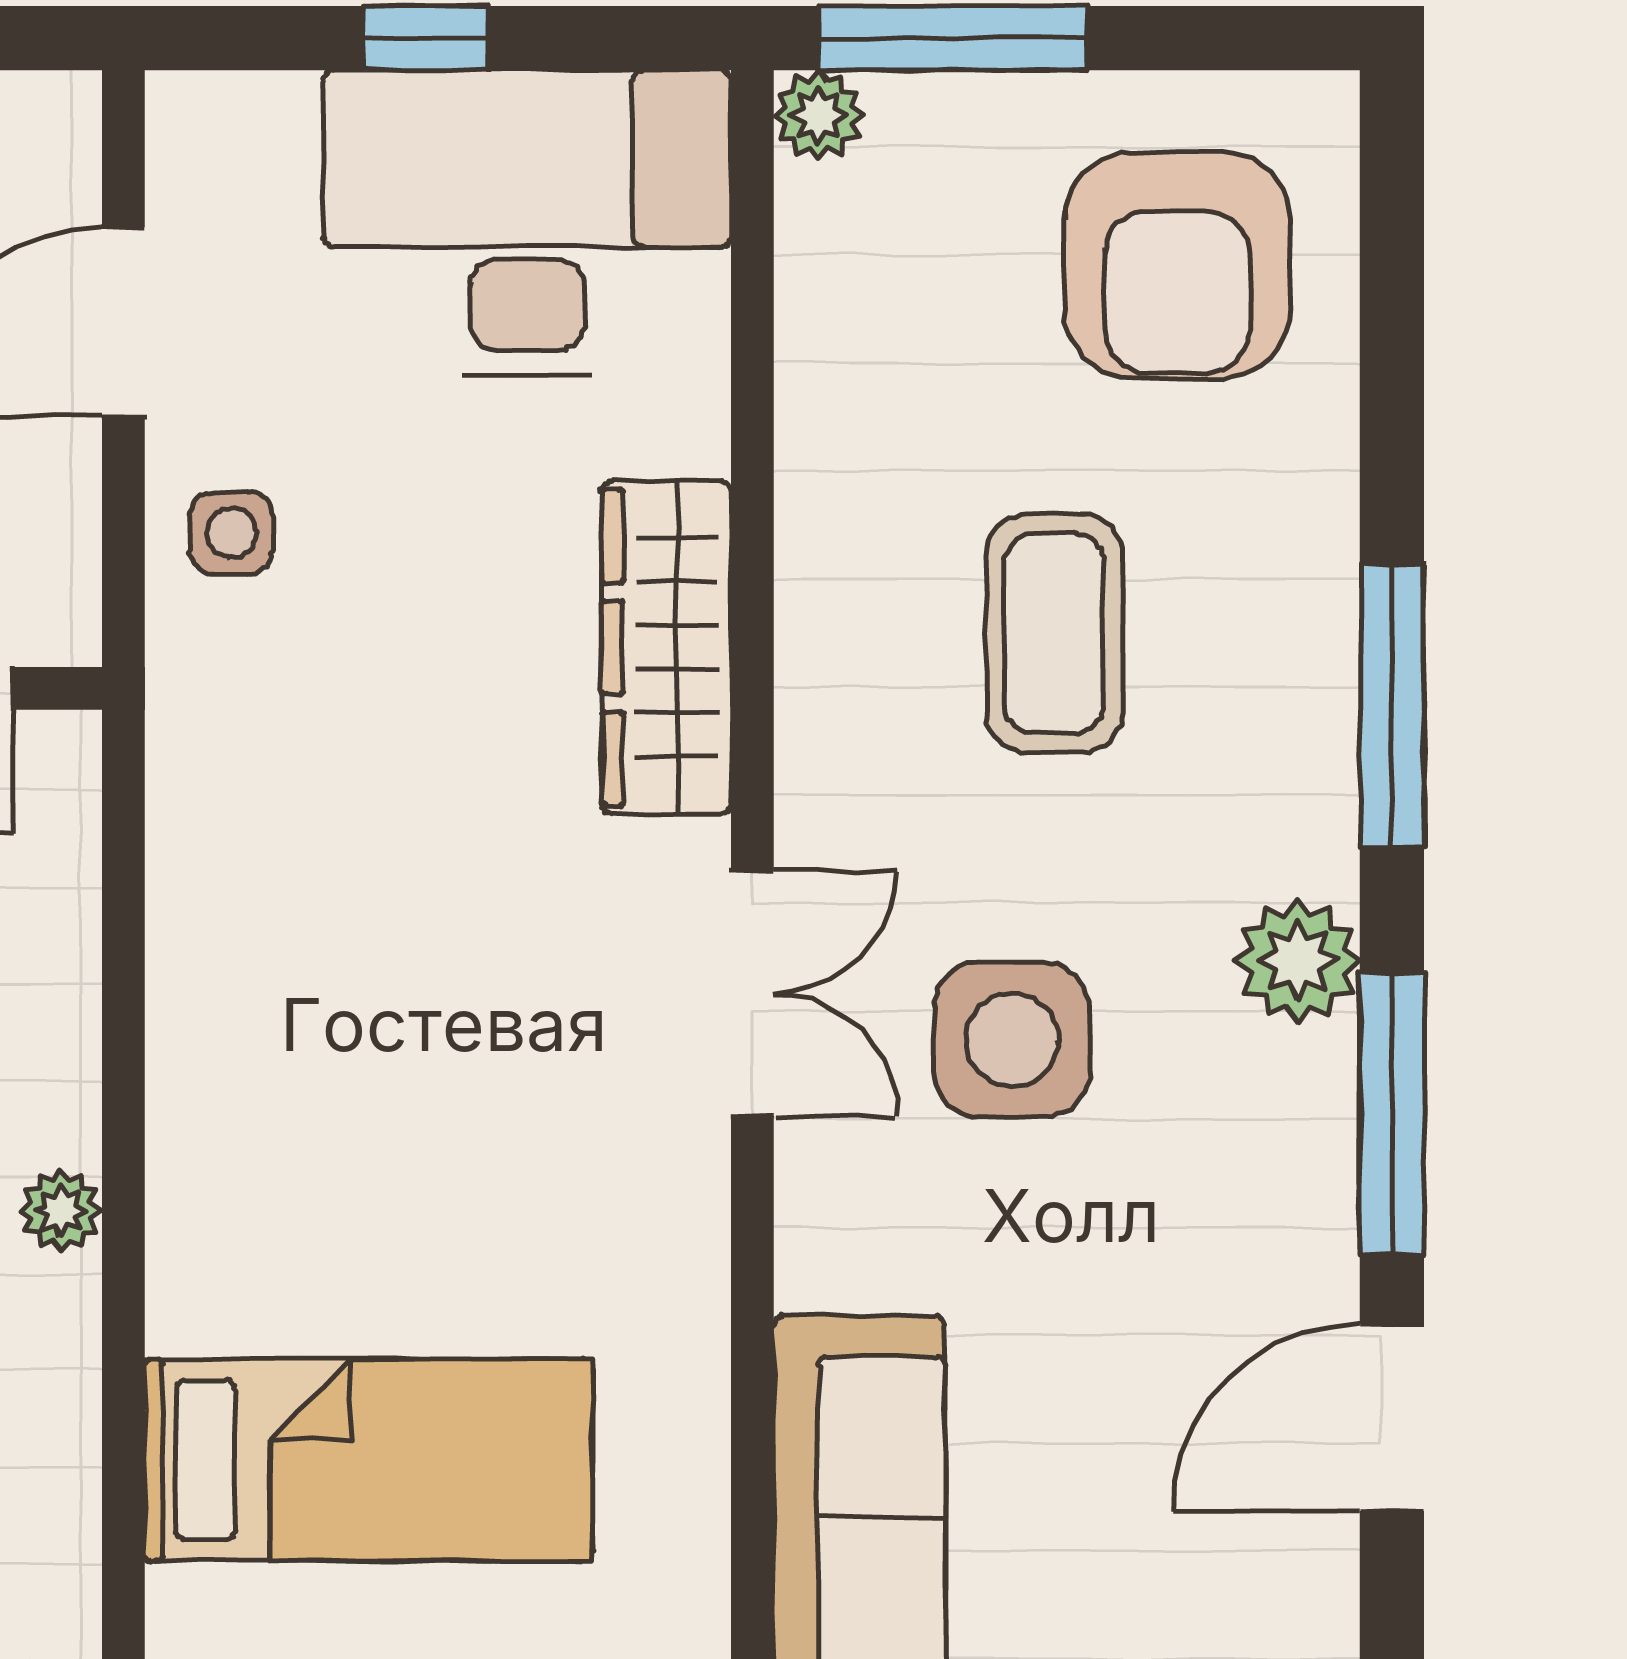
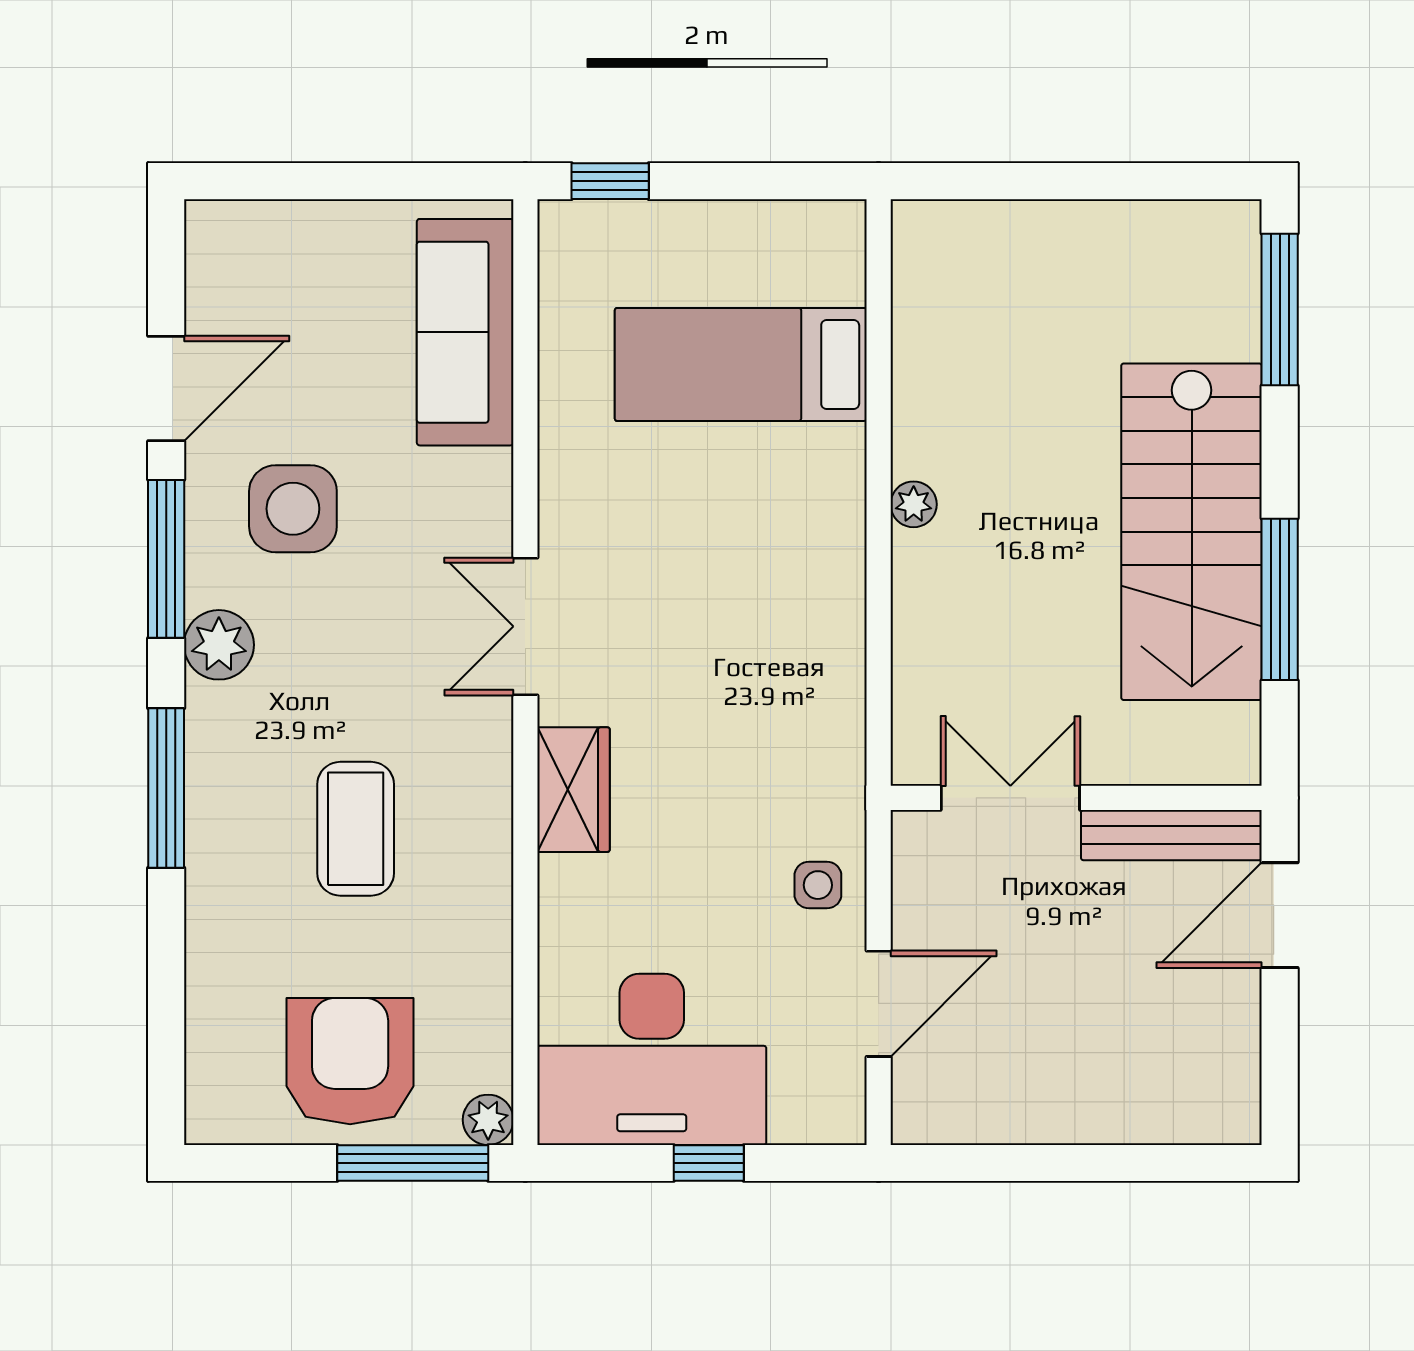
armchair: (1177, 265) -> (350, 1061), moved
wardrobe: (667, 647) -> (574, 790), width x0.67
side table: (1012, 1040) -> (293, 509), moved

